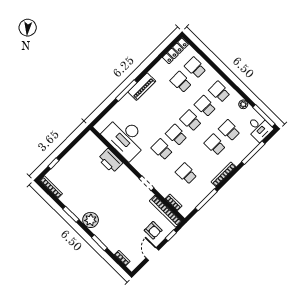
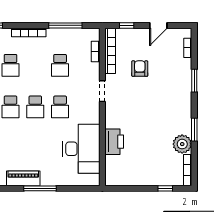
plant: (91, 220) -> (182, 144), moved
armchair: (153, 230) -> (140, 69), moved

